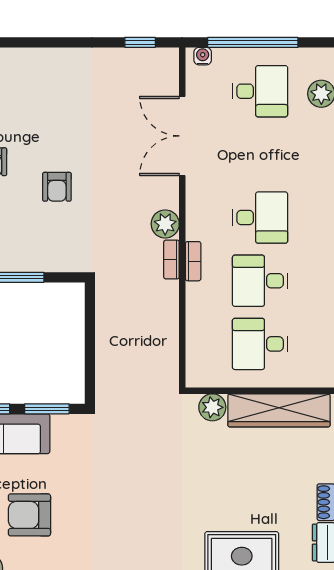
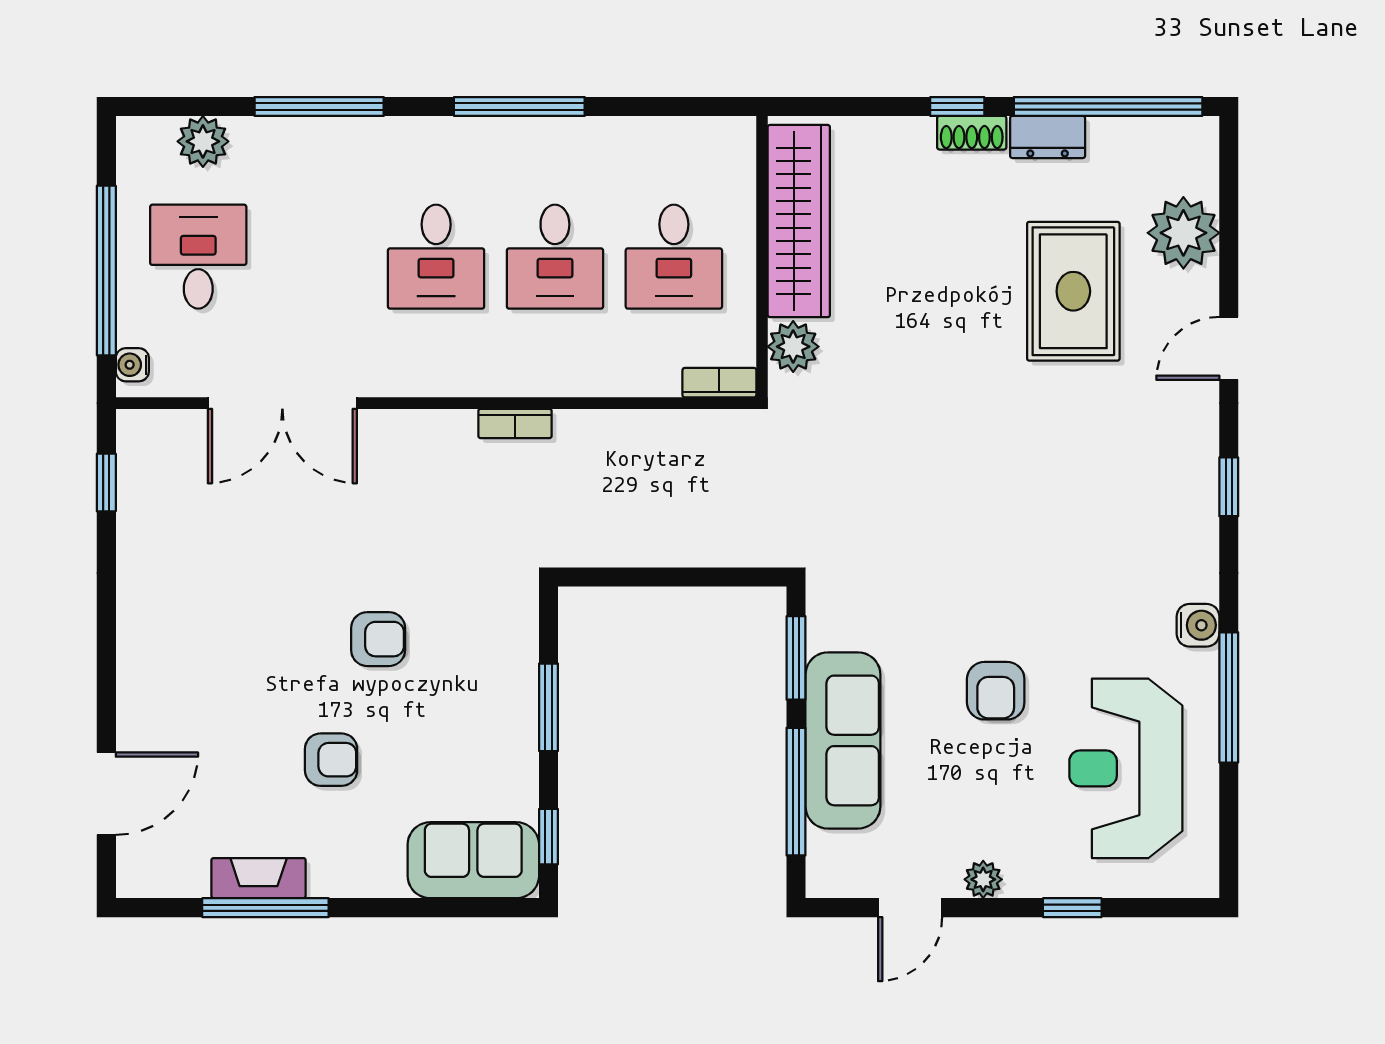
desk: (260, 218) -> (436, 257), turned 180
plant: (165, 224) -> (448, 435), removed
bookcase: (193, 261) -> (719, 383), moved
armchair: (29, 515) -> (996, 691), width x0.72, depth x0.72

